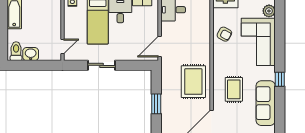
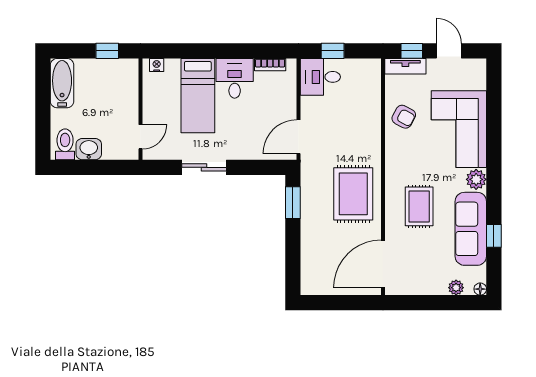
plant: (269, 11) -> (476, 179), moved
window: (280, 79) -> (494, 236), moved
window: (156, 104) -> (293, 203), moved

